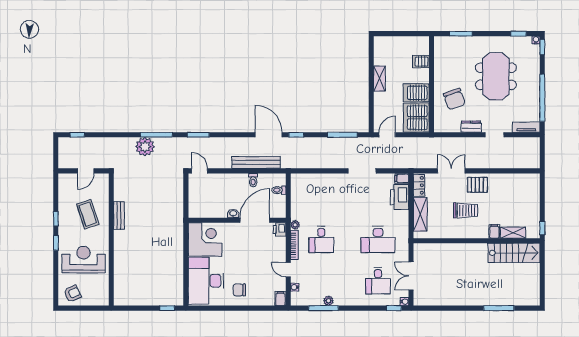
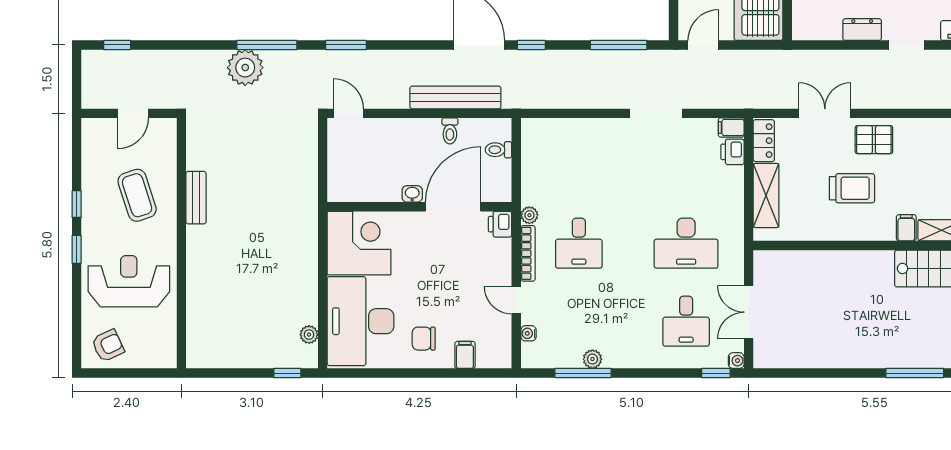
printer: (400, 197) -> (732, 152), width x0.53, depth x0.68
plant: (179, 288) -> (309, 335), added
filing cabinet: (280, 299) -> (465, 355), moved

